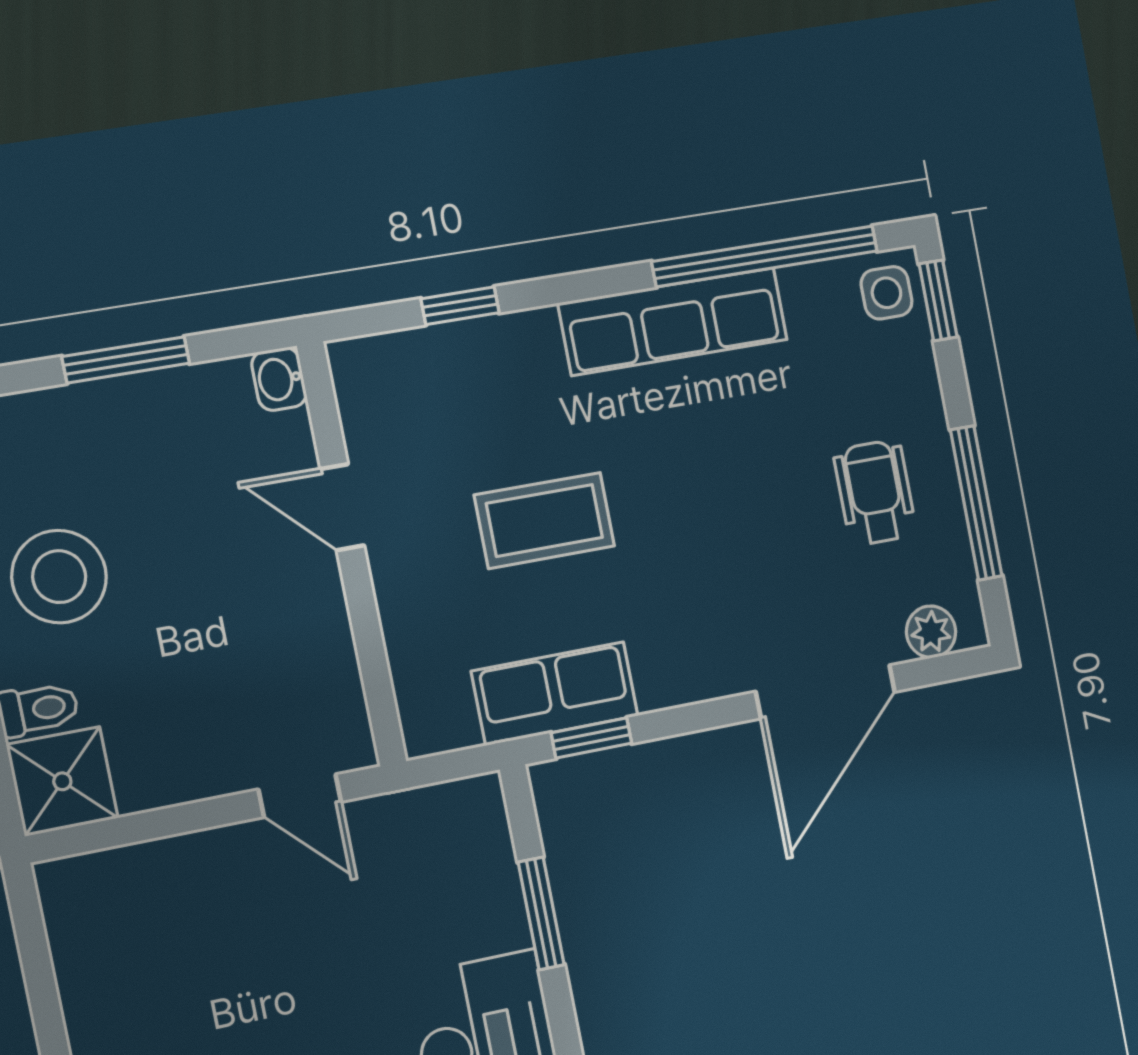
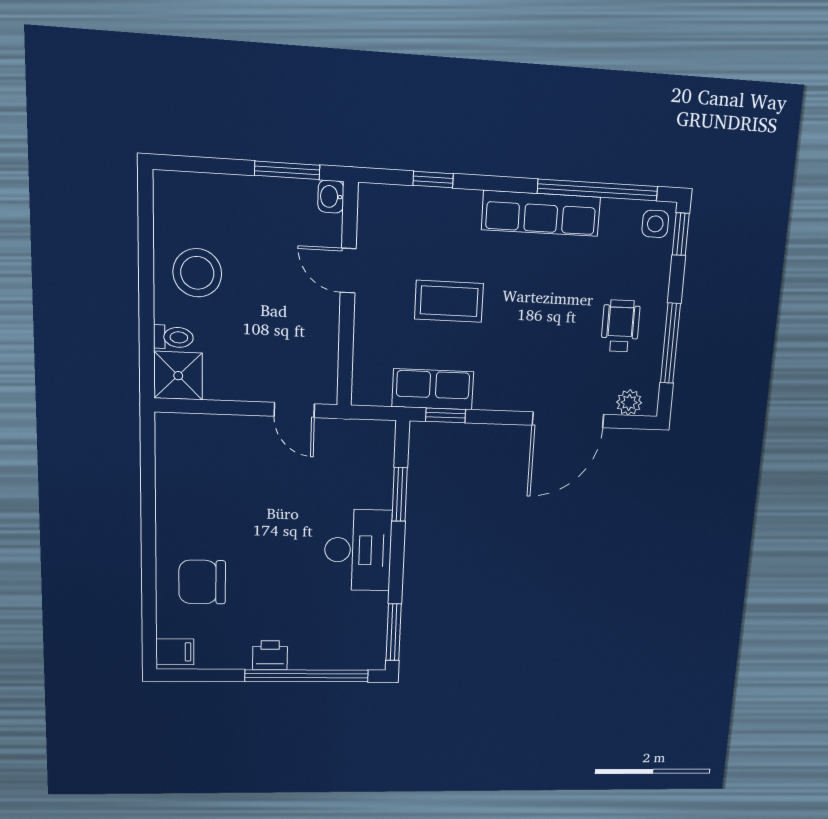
window: (126, 360) -> (287, 170), moved

